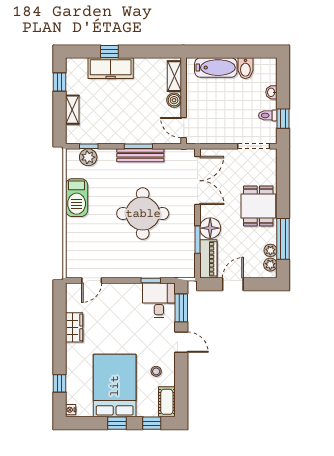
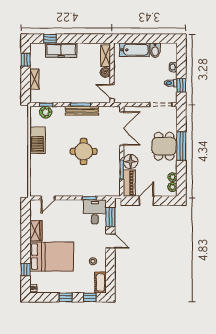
window: (109, 51) -> (50, 39), moved
round table: (143, 214) -> (84, 151), width x0.73, depth x0.73
window: (283, 239) -> (181, 146), moved
bed: (115, 386) -> (52, 257), moved, turned 90

